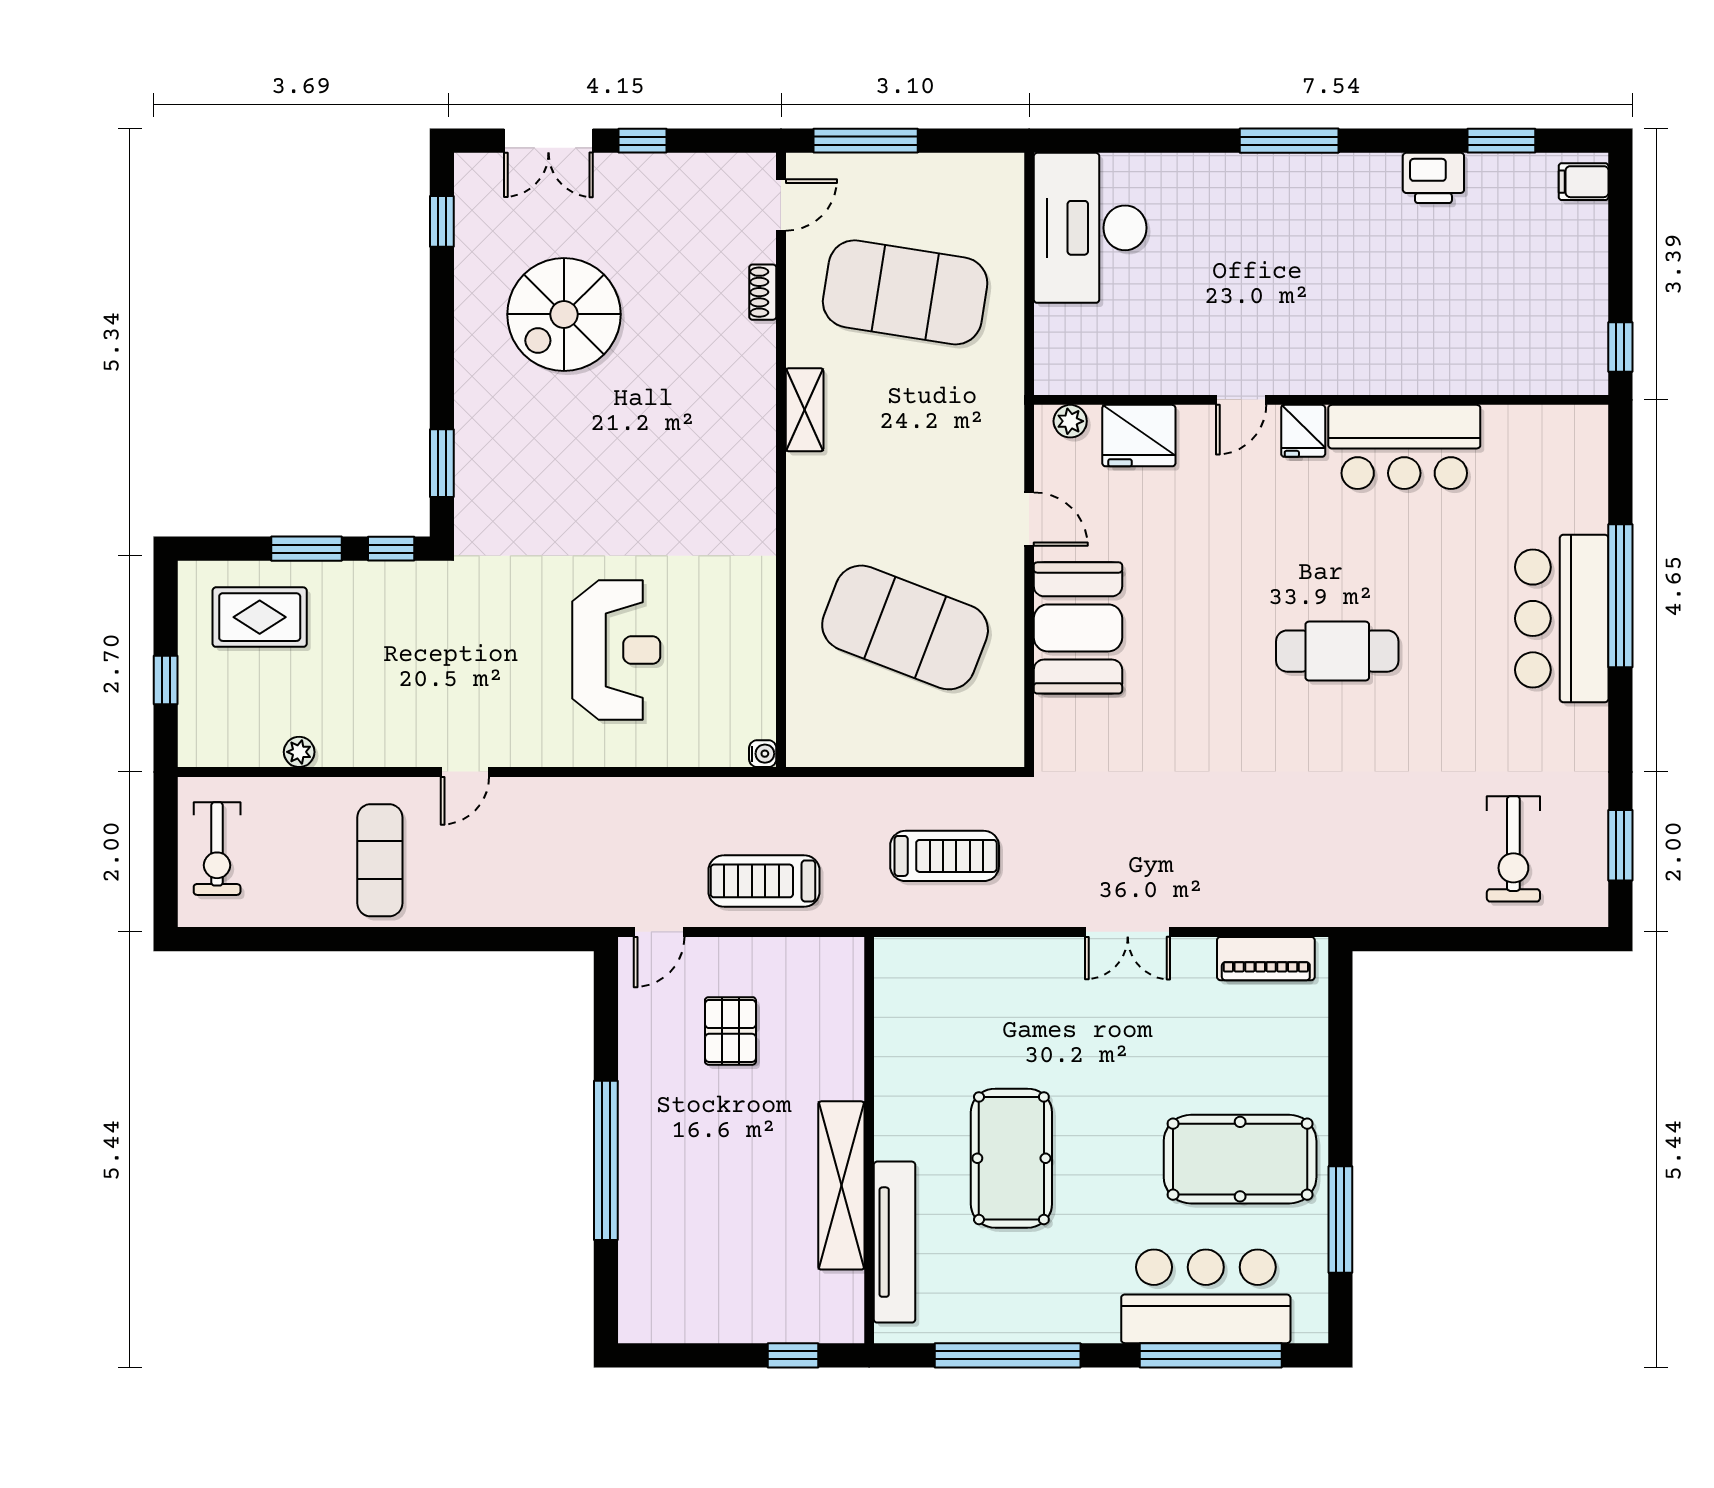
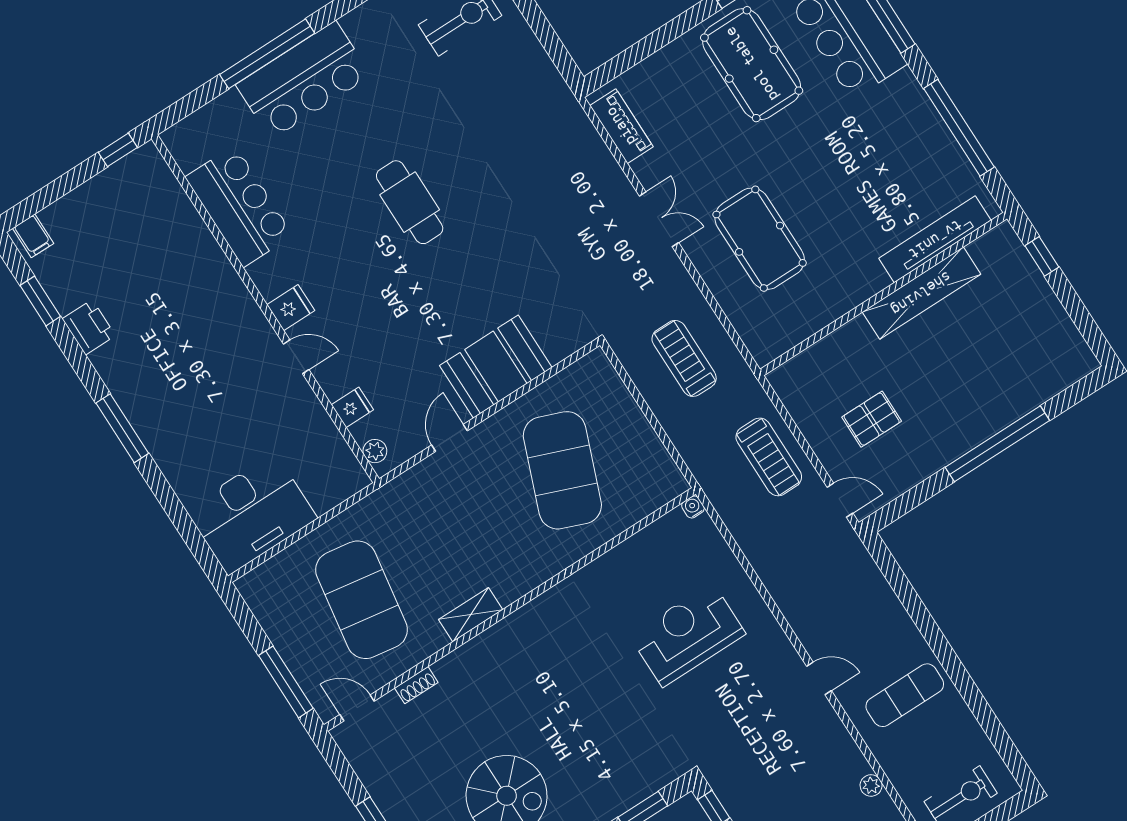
fridge: (1139, 436) -> (352, 407), width x0.53, depth x0.75
bar counter: (1404, 447) -> (239, 206), moved
pool table: (1011, 1158) -> (760, 239), moved, turned 90

